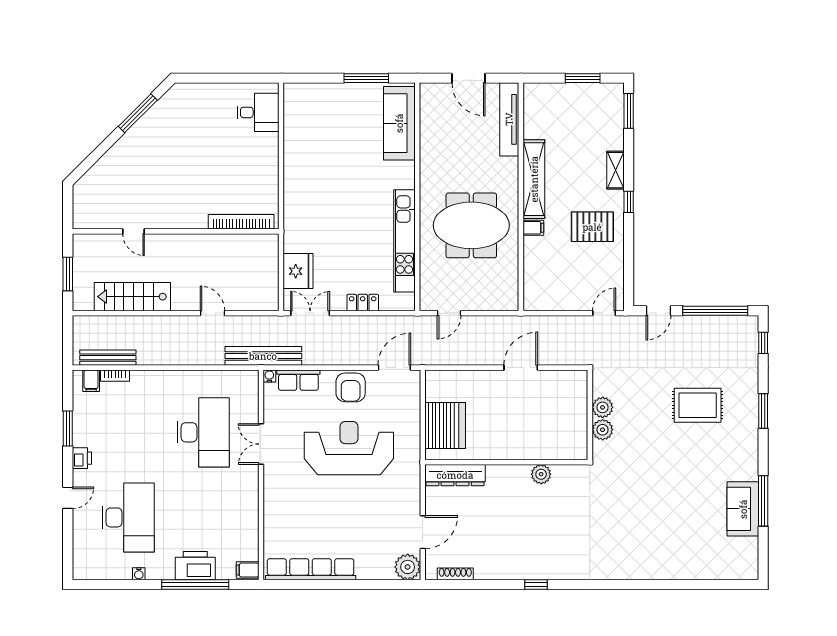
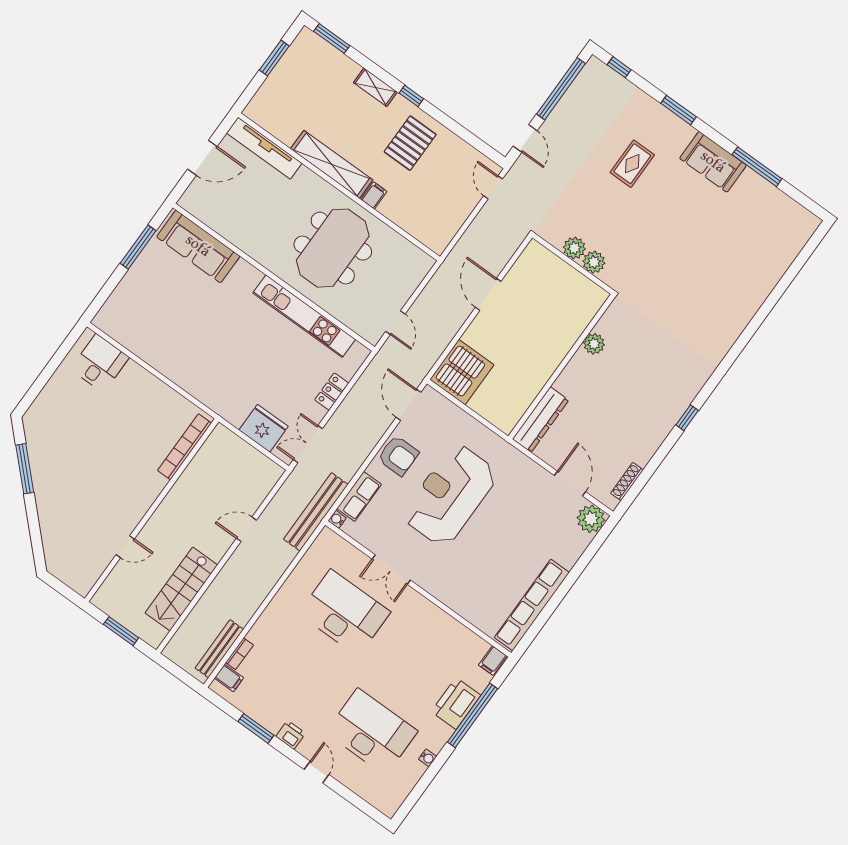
rug: (698, 405) -> (632, 164), width x0.73, depth x0.70
server rack: (445, 426) -> (462, 372), moved, turned 90
sofa: (743, 509) -> (713, 162), moved

